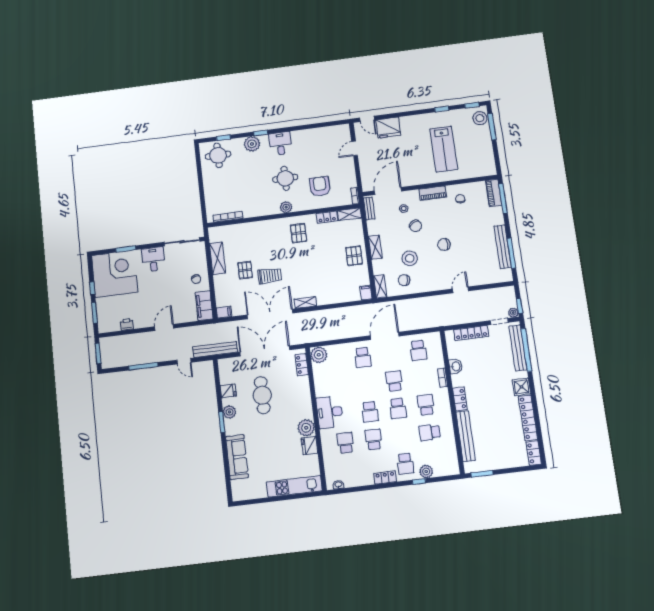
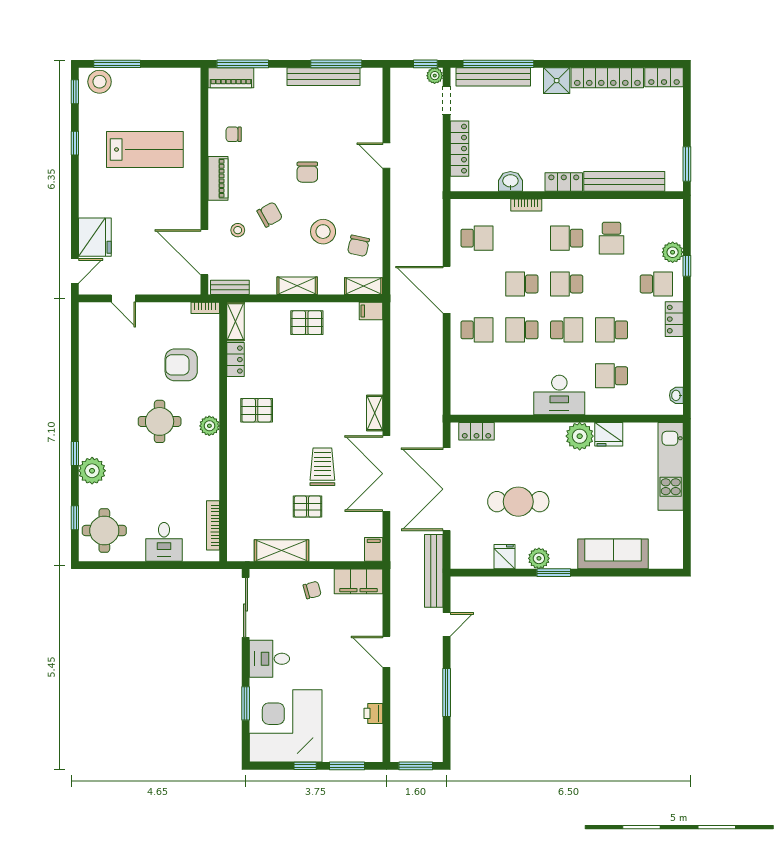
desk: (280, 144) -> (164, 542), moved, turned -90
plant: (319, 355) -> (464, 401), removed
school desk: (366, 384) -> (522, 330), added
school desk: (398, 408) -> (567, 284), turned 180

